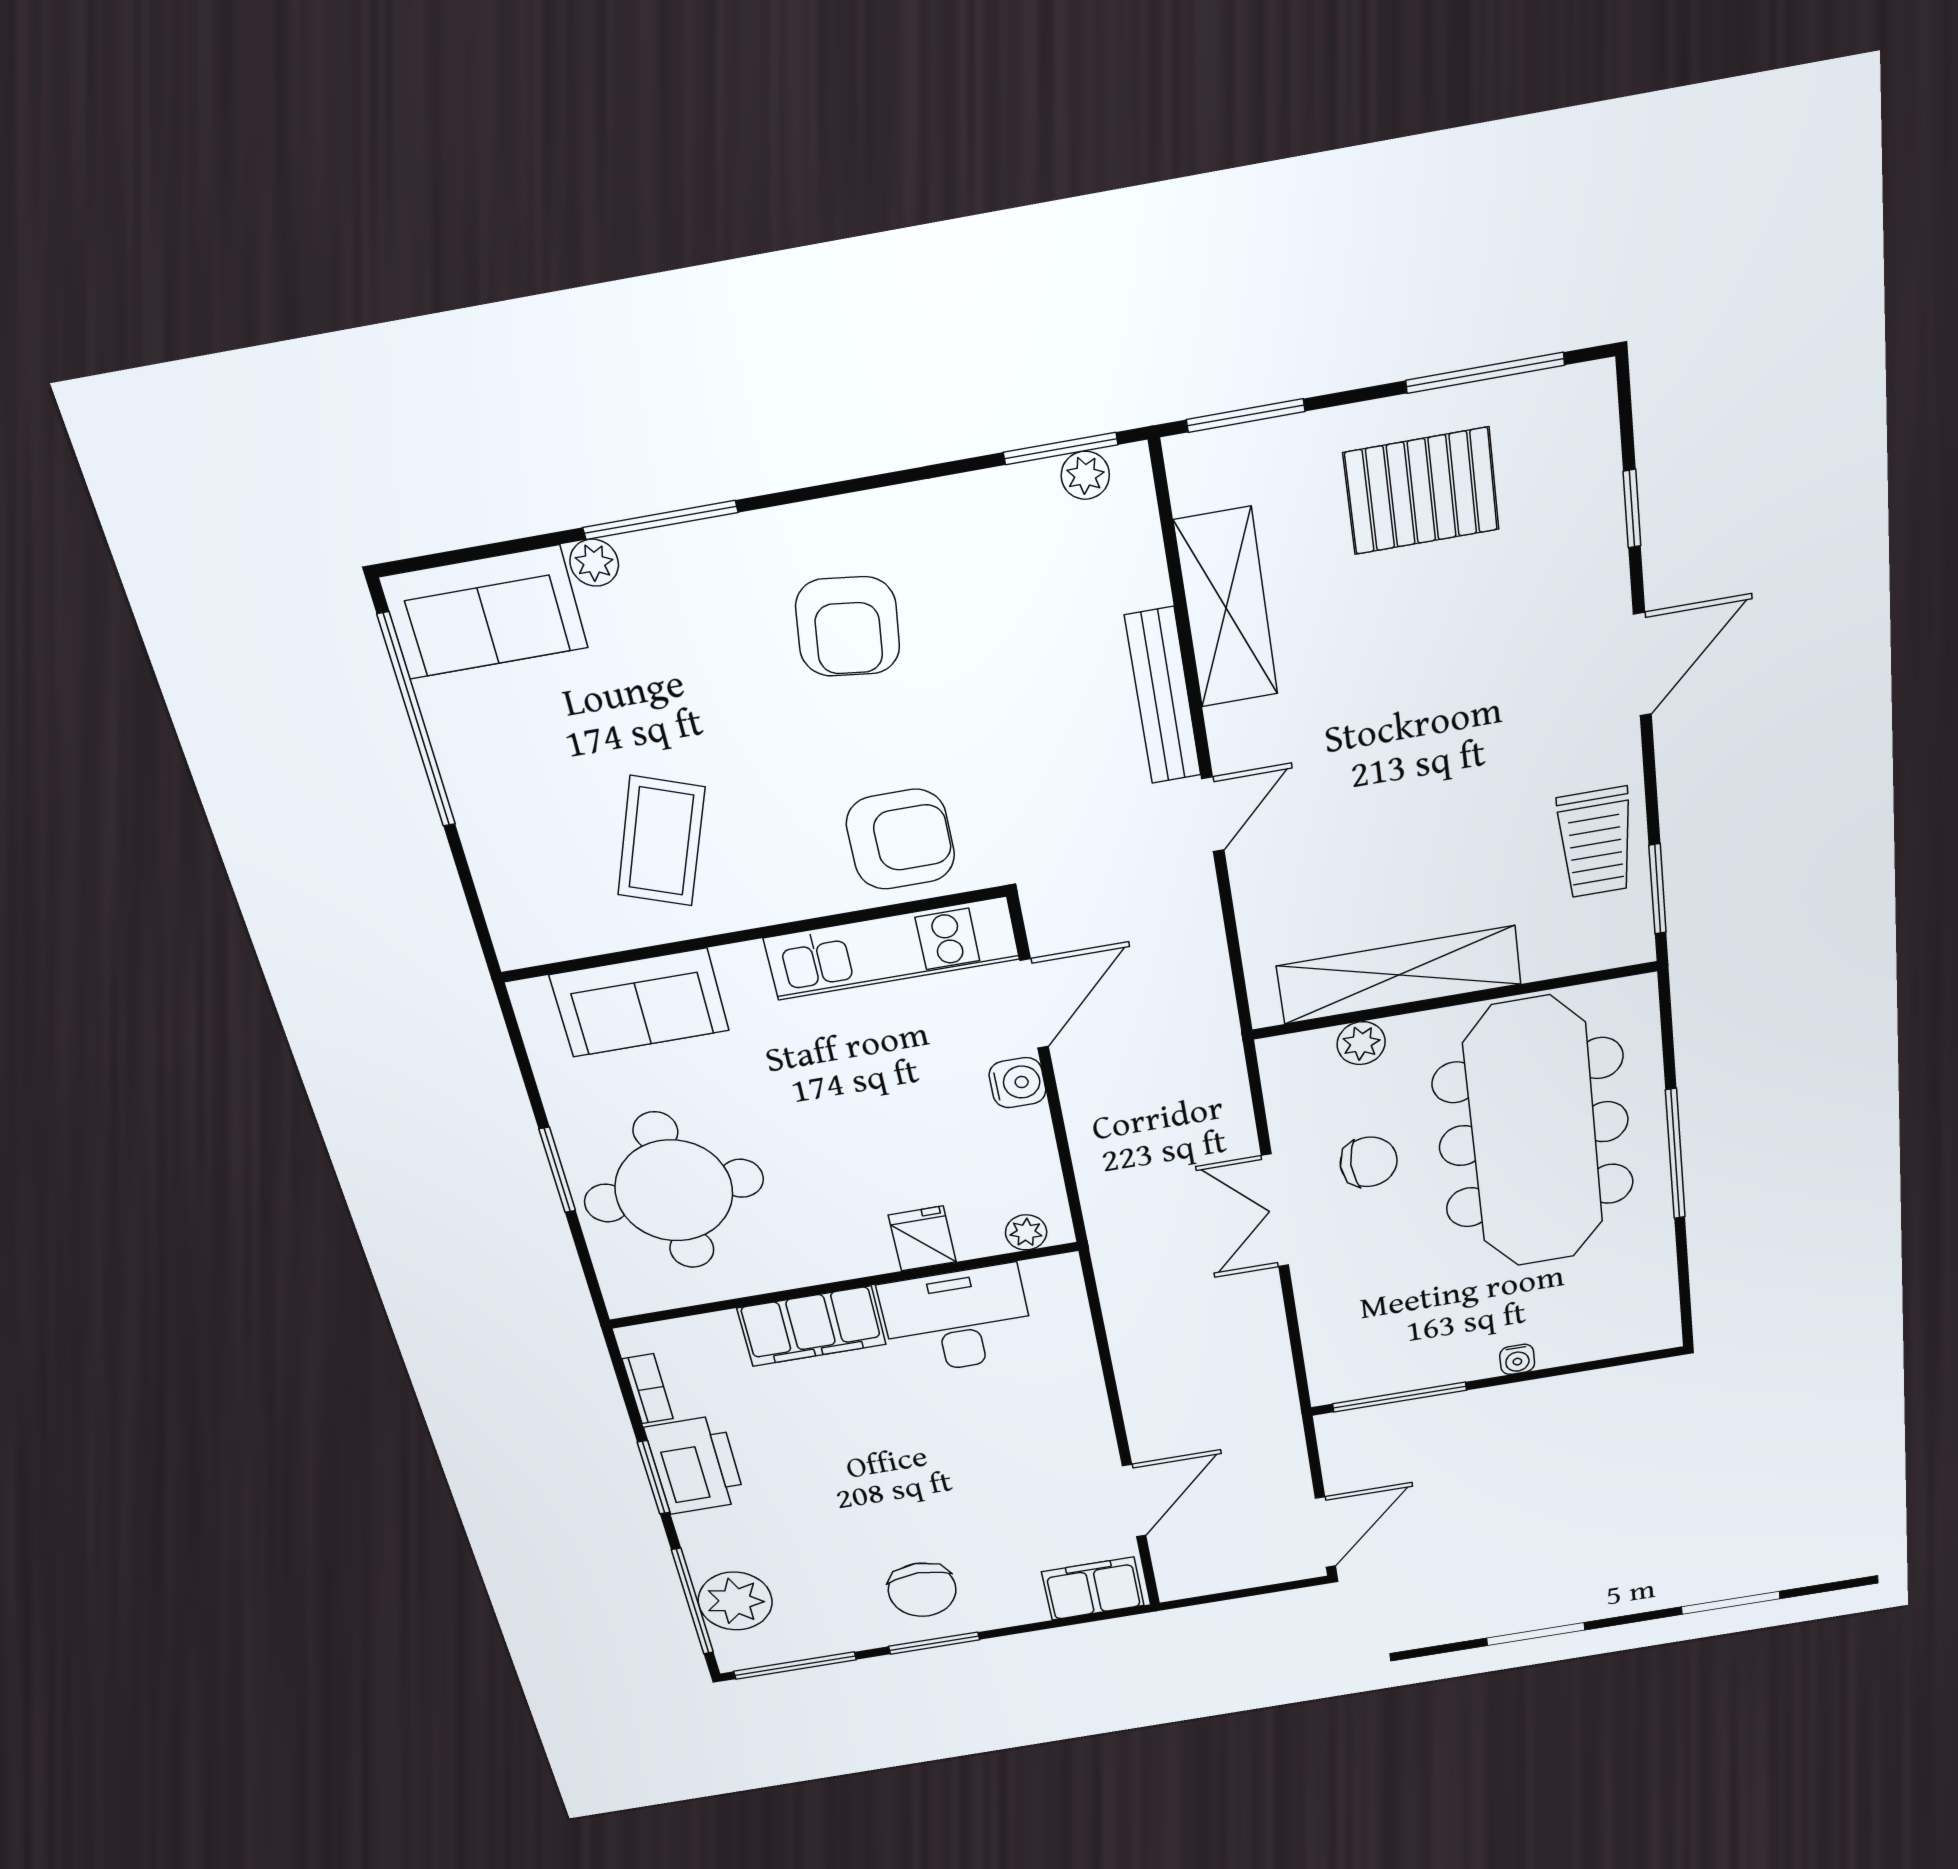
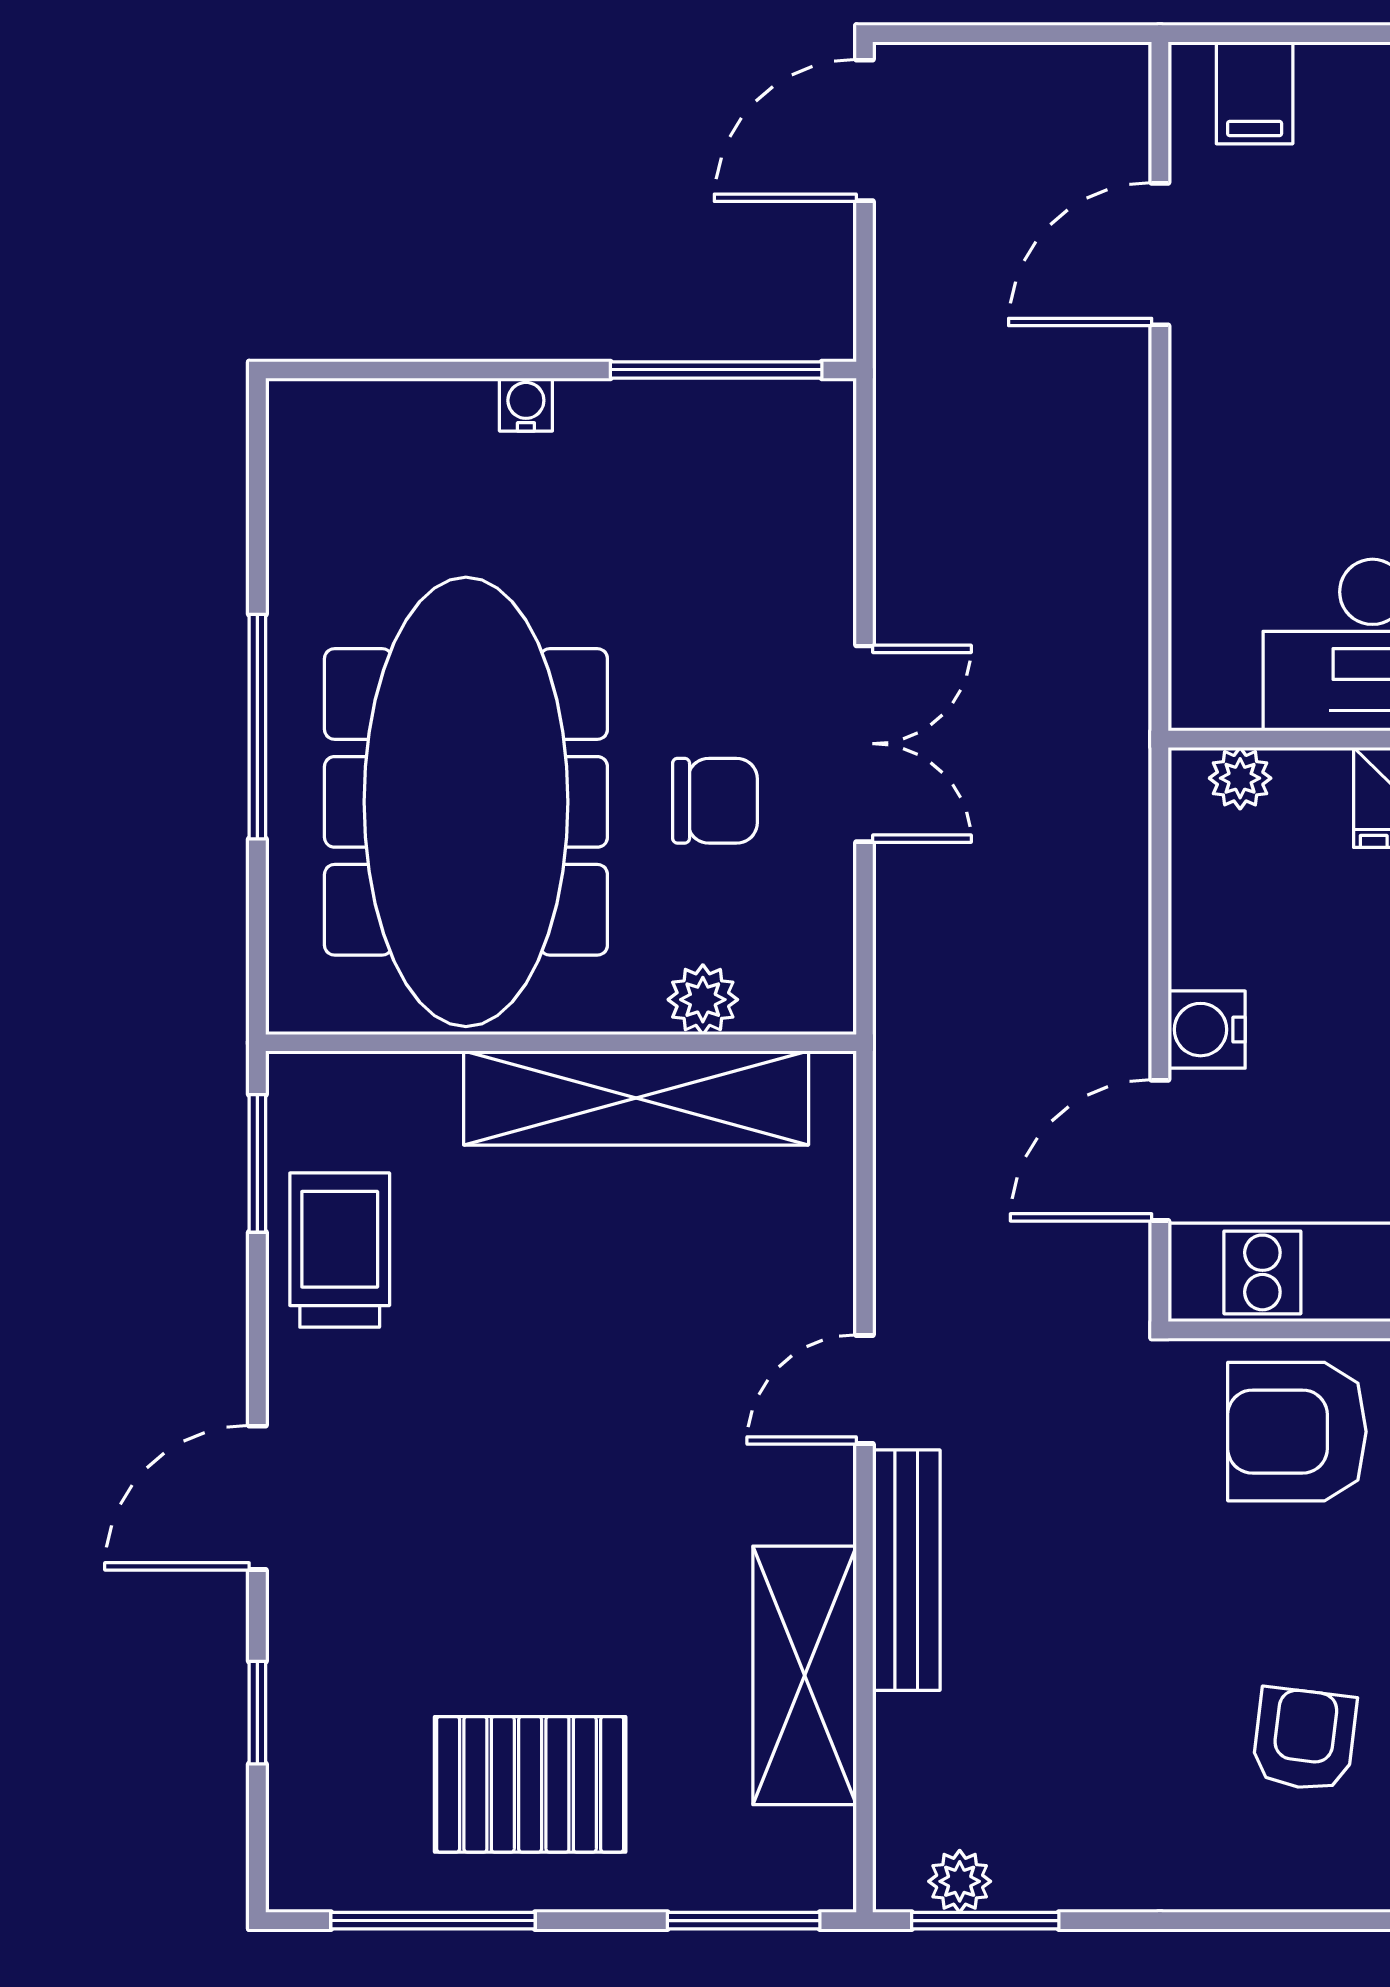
armchair: (848, 627) -> (1304, 1739), width x0.72, depth x0.72
chair: (1369, 1162) -> (715, 801), turned 180
filing cabinet: (1093, 1588) -> (1255, 93), width x0.50

